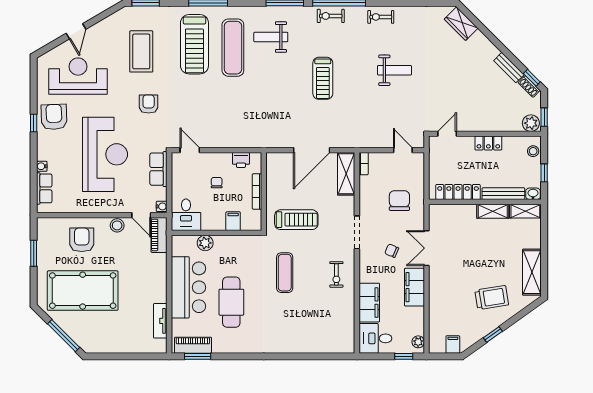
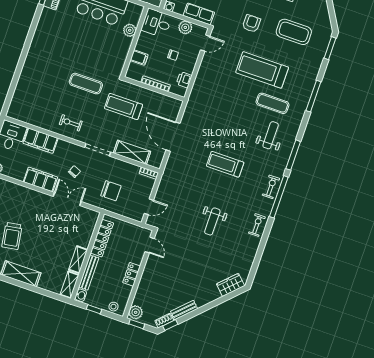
treadmill: (194, 44) -> (262, 70), moved
exercise mat: (233, 48) -> (272, 103), width x0.73, depth x0.69
armchair: (149, 104) -> (251, 24), turned -90
shelving: (346, 174) -> (132, 152), moved
plant: (180, 179) -> (185, 27), added
treadmill: (296, 220) -> (123, 107), turned 90
cafe table: (231, 302) -> (77, 35), removed

